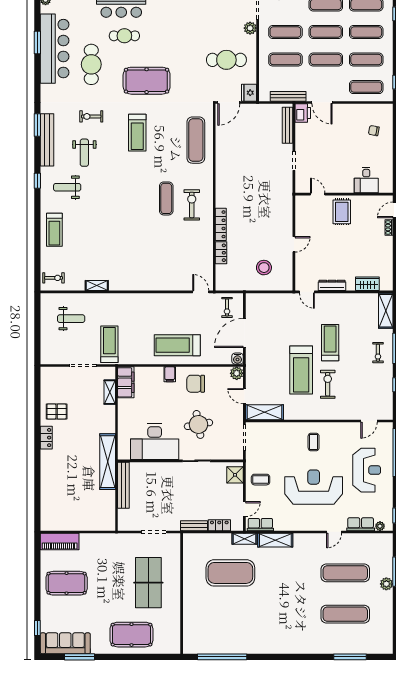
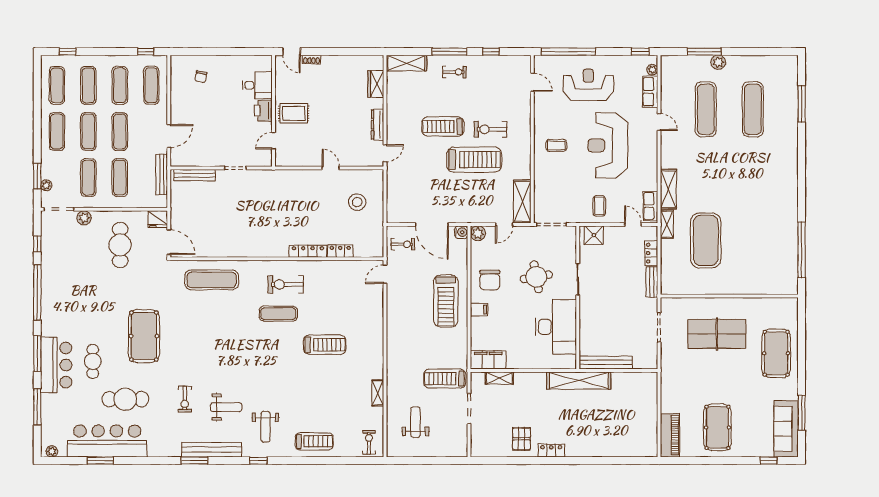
printer: (303, 113) -> (263, 111), moved, turned -90
treadmill: (137, 133) -> (325, 345), moved

